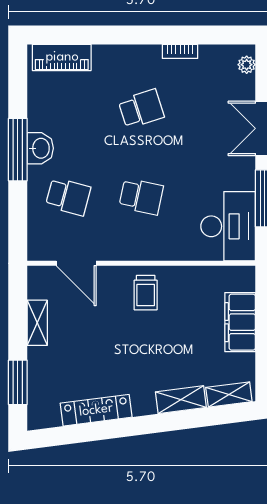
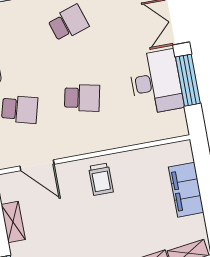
desk: (228, 226) -> (156, 82), moved

